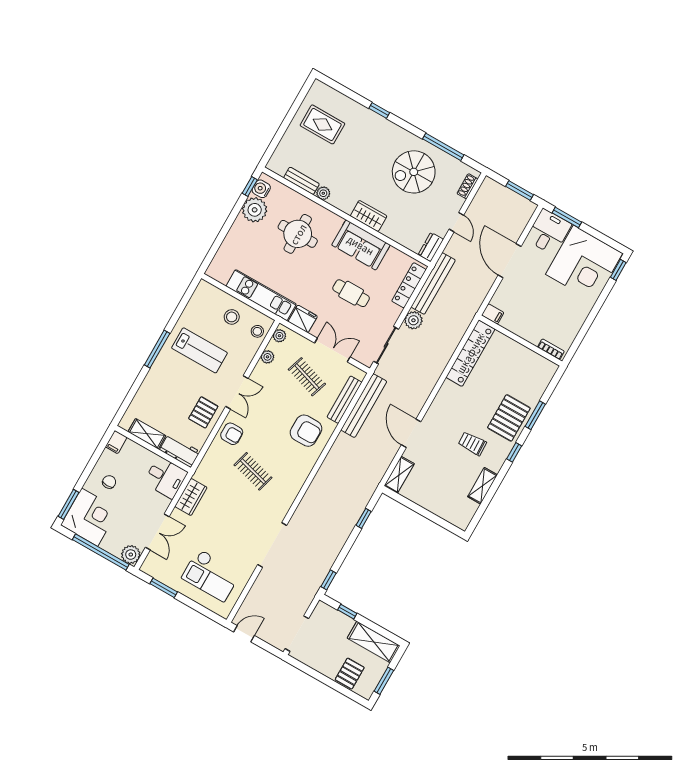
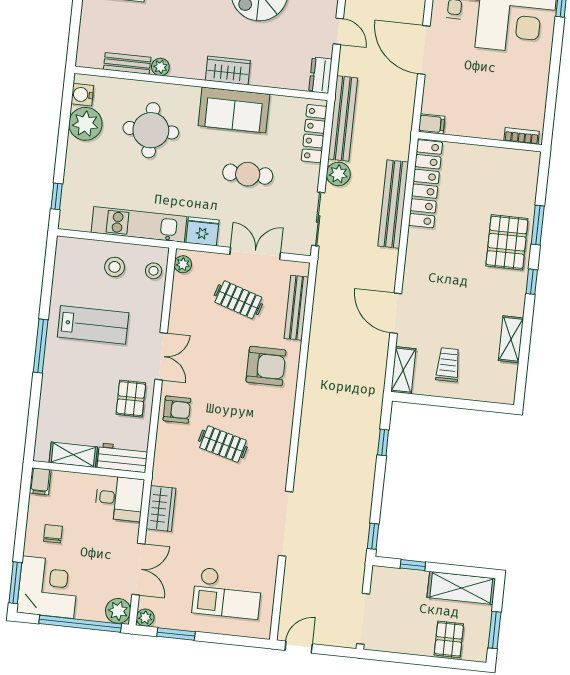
window: (250, 186) -> (57, 196), moved
plant: (267, 357) -> (145, 618), moved
bench: (364, 406) -> (393, 204), moved
trolley: (472, 444) -> (448, 365), moved, turned 92

